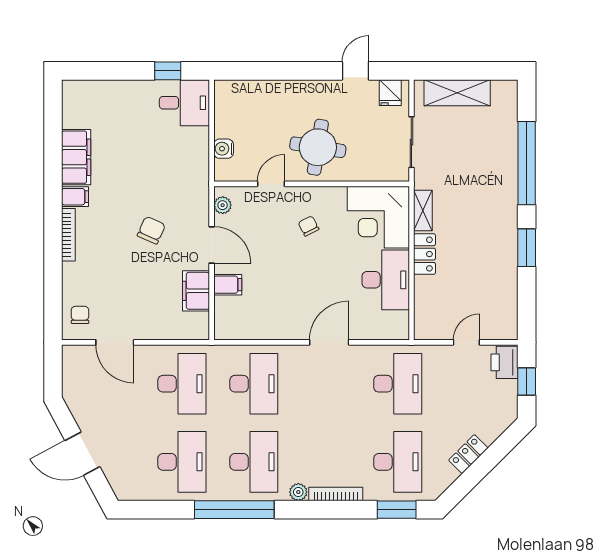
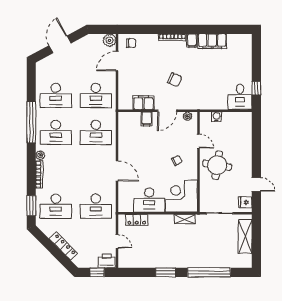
locker: (424, 254) -> (137, 220), moved
plant: (74, 357) -> (109, 40), added
locker: (468, 454) -> (63, 246), width x1.53

